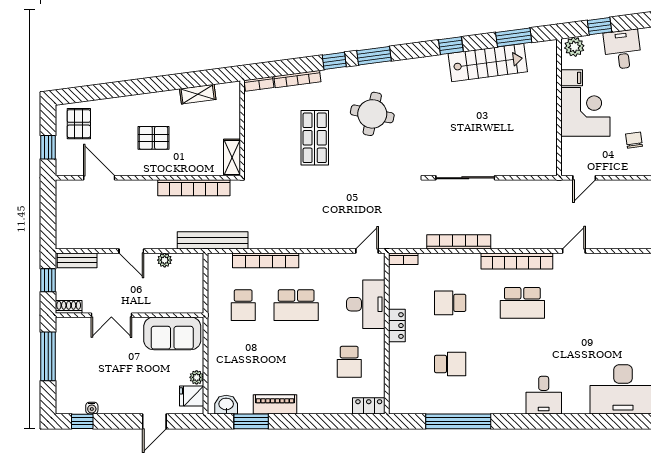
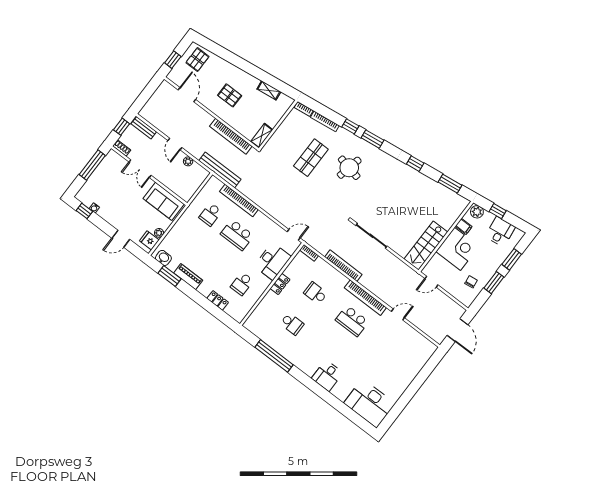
stairs: (488, 63) -> (426, 246), moved, turned 97
locker: (369, 406) -> (218, 300), moved

